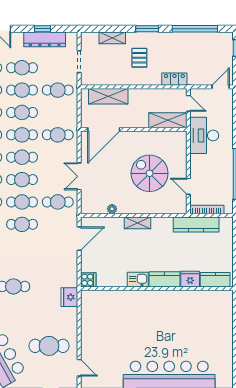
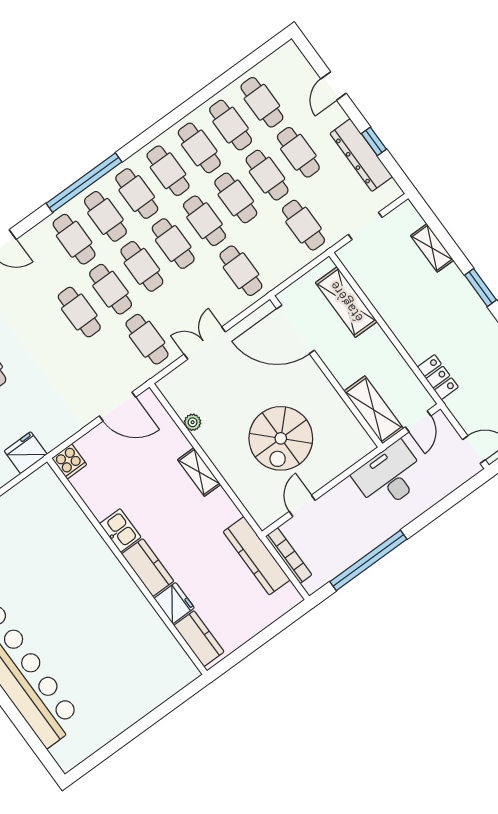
pallet: (139, 58) -> (432, 306), removed
spiral stairs: (150, 173) -> (281, 438), turned 180

